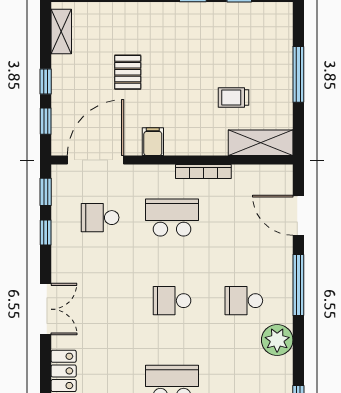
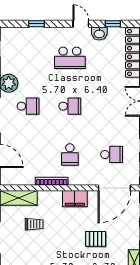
pallet: (128, 72) -> (96, 239), turned 90
filing cabinet: (153, 142) -> (75, 199), width x2.00
school desk: (172, 218) -> (70, 154), width x0.54

